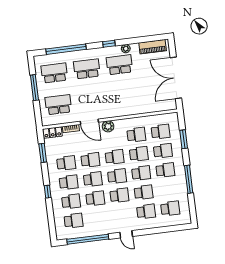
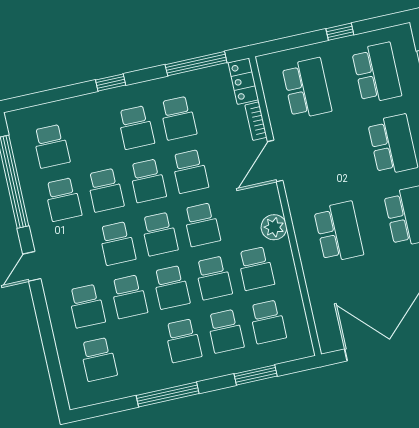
window: (34, 88) -> (340, 32), width x0.46
school desk: (123, 96) -> (339, 232), added
plant: (108, 126) -> (274, 227), moved
window: (43, 153) -> (196, 64), width x1.44
school desk: (71, 201) -> (63, 199), moved

